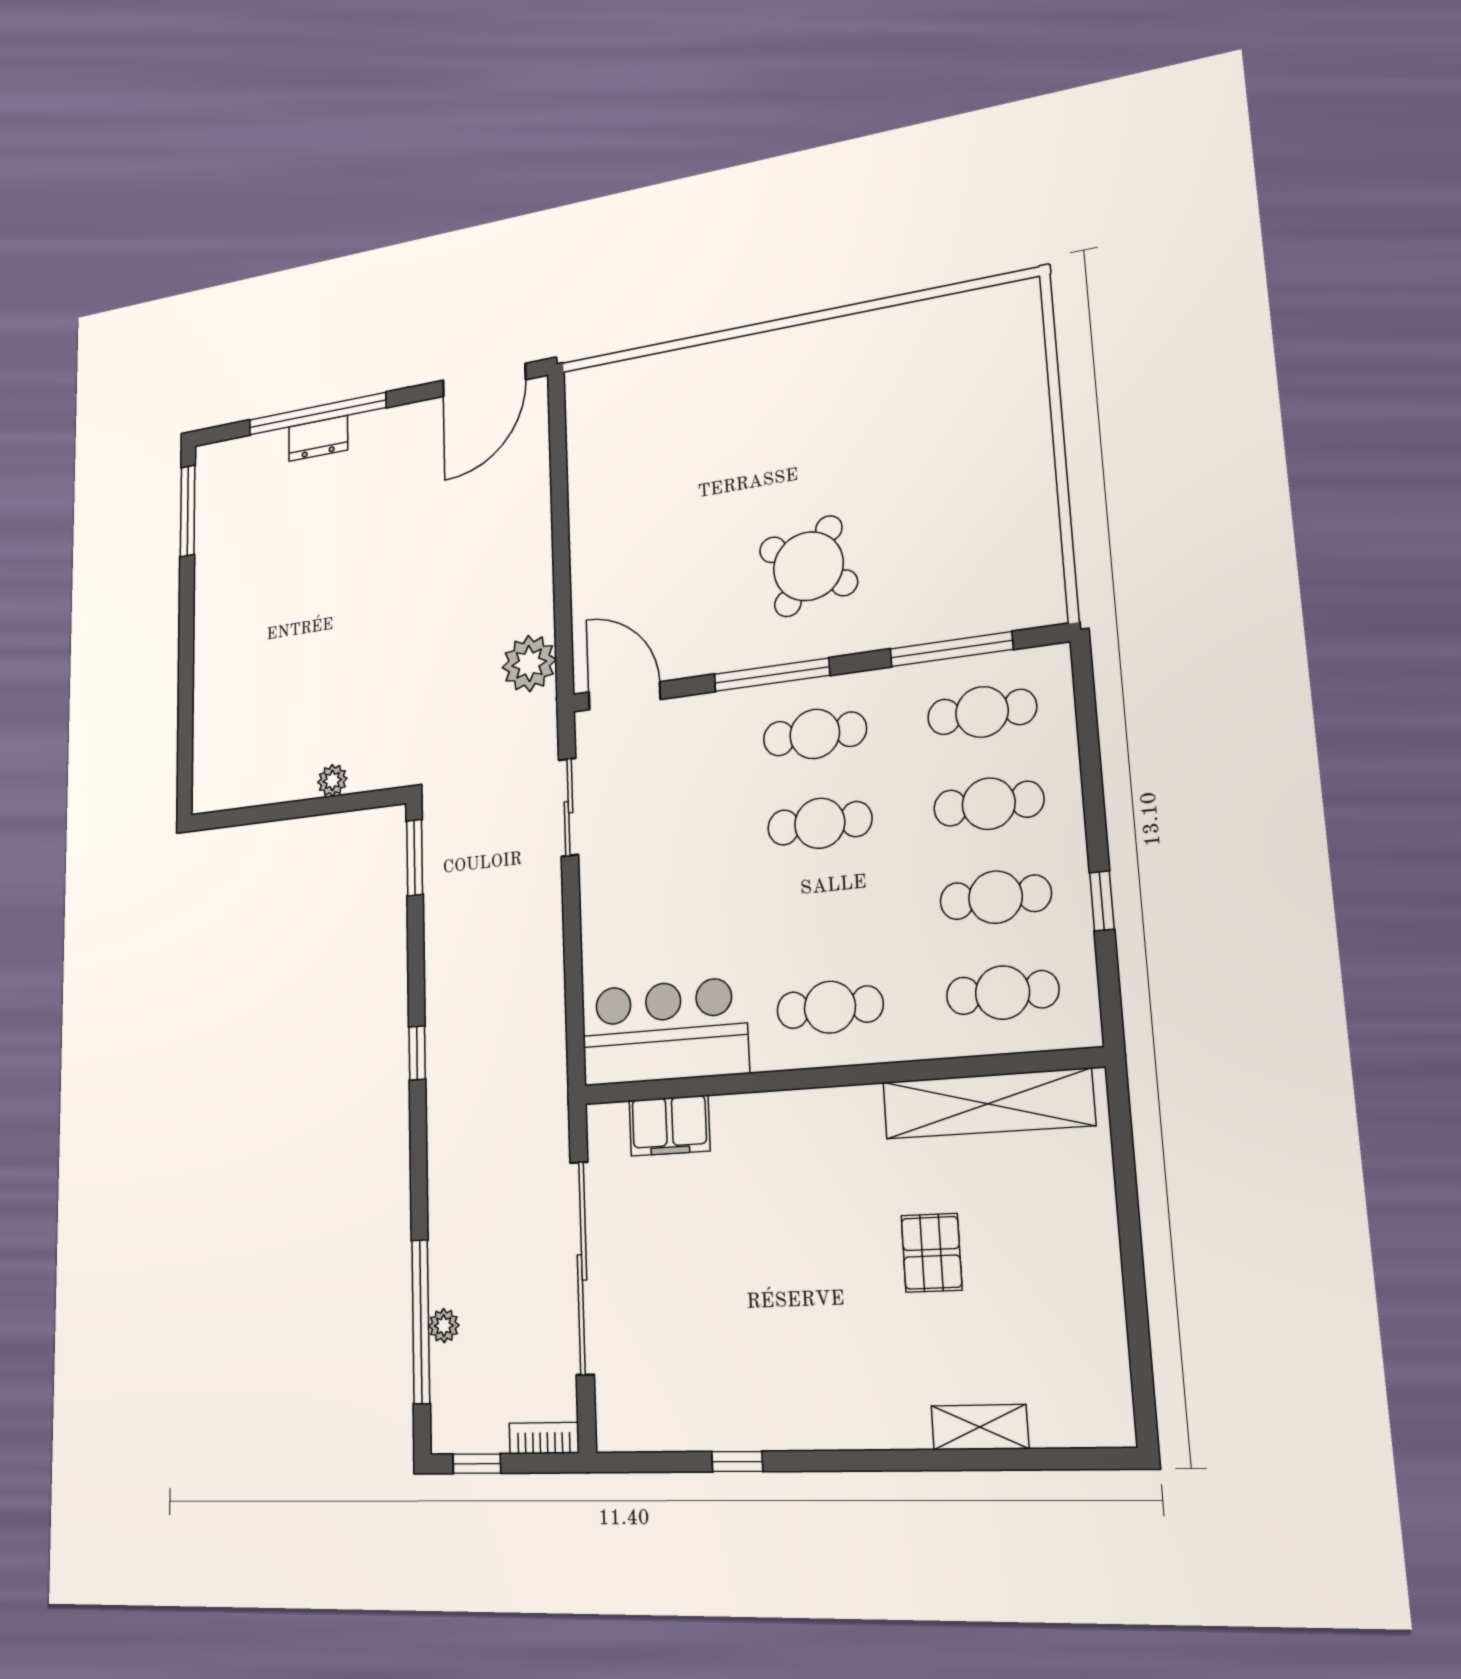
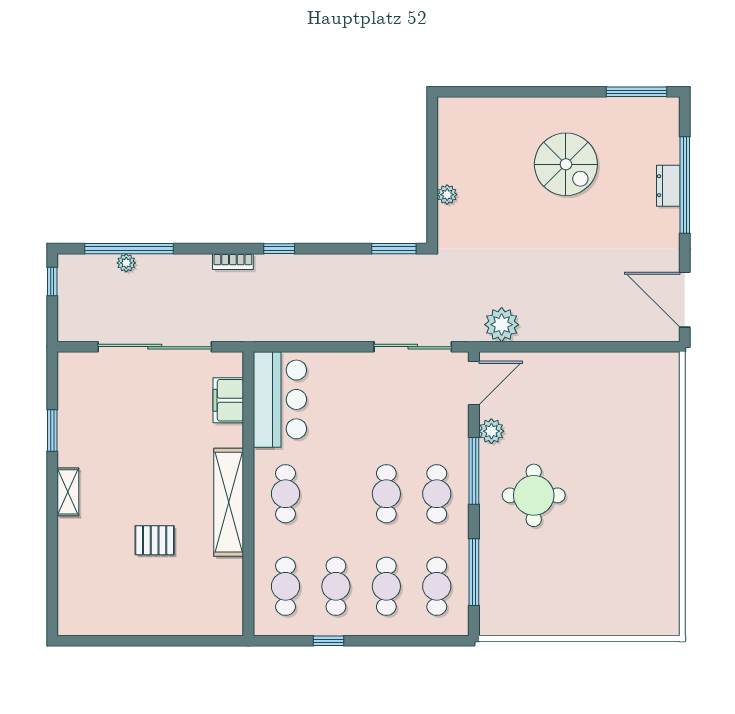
round table: (808, 566) -> (534, 495), turned -33
spiral stairs: (288, 599) -> (566, 164), added
plant: (703, 655) -> (491, 431), added
sliding door: (569, 807) -> (413, 347), width x1.37
shelving: (988, 1104) -> (229, 502), moved
shelving: (980, 1427) -> (68, 492), moved
bookcase: (544, 1438) -> (233, 262), moved, turned 90
window: (737, 1462) -> (52, 431), width x1.50

